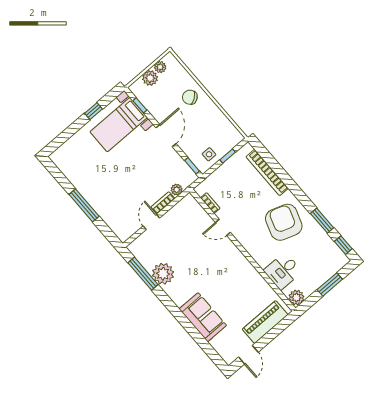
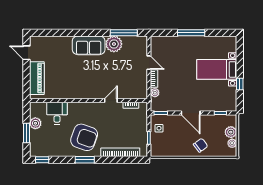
bed with nightstands: (119, 125) -> (217, 69), moved, turned -90
window: (322, 221) -> (85, 160), moved
plant: (296, 297) -> (35, 123), moved
sofa: (203, 317) -> (89, 45), moved

